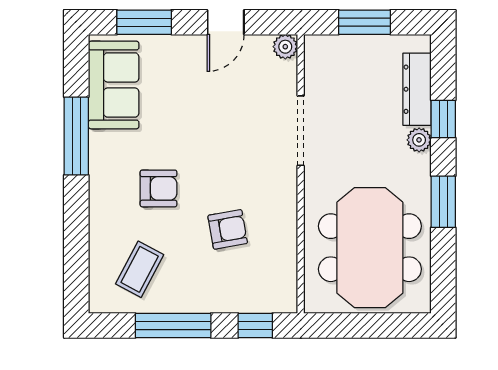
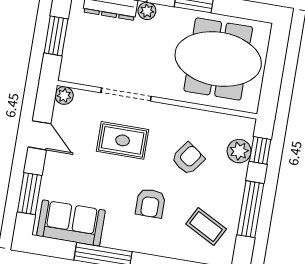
rug: (238, 136) -> (123, 140), added
armchair: (159, 188) -> (150, 203), turned 180
armchair: (228, 229) -> (188, 159), turned 46
plant: (250, 297) -> (239, 151), added

